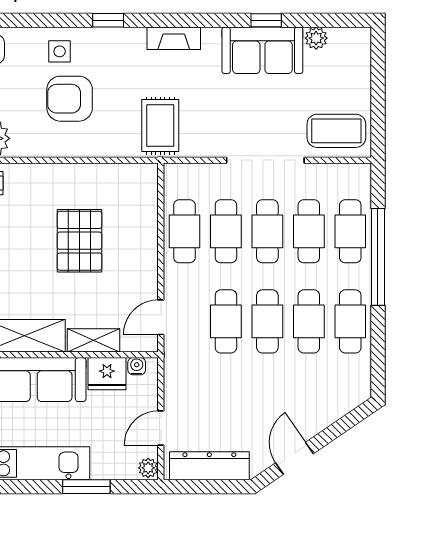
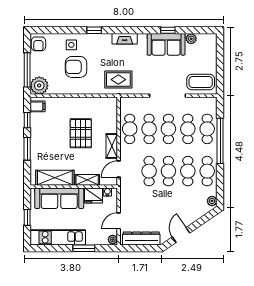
rug: (160, 126) -> (118, 80), turned 90
shelving: (146, 268) -> (112, 146), added
plant: (361, 386) -> (212, 201), added

